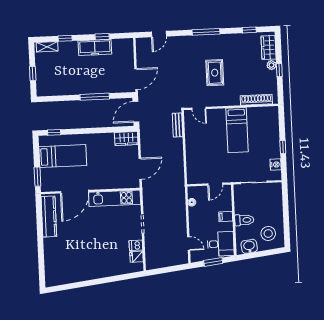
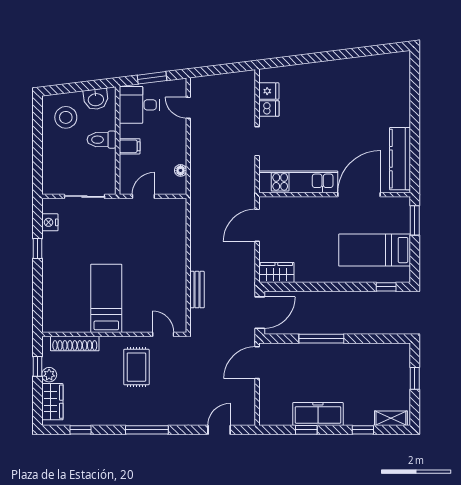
shoe rack: (256, 100) -> (75, 343), moved
wall: (231, 107) -> (114, 334), moved
door: (199, 108) -> (163, 334), moved
bed: (237, 130) -> (106, 298), moved

